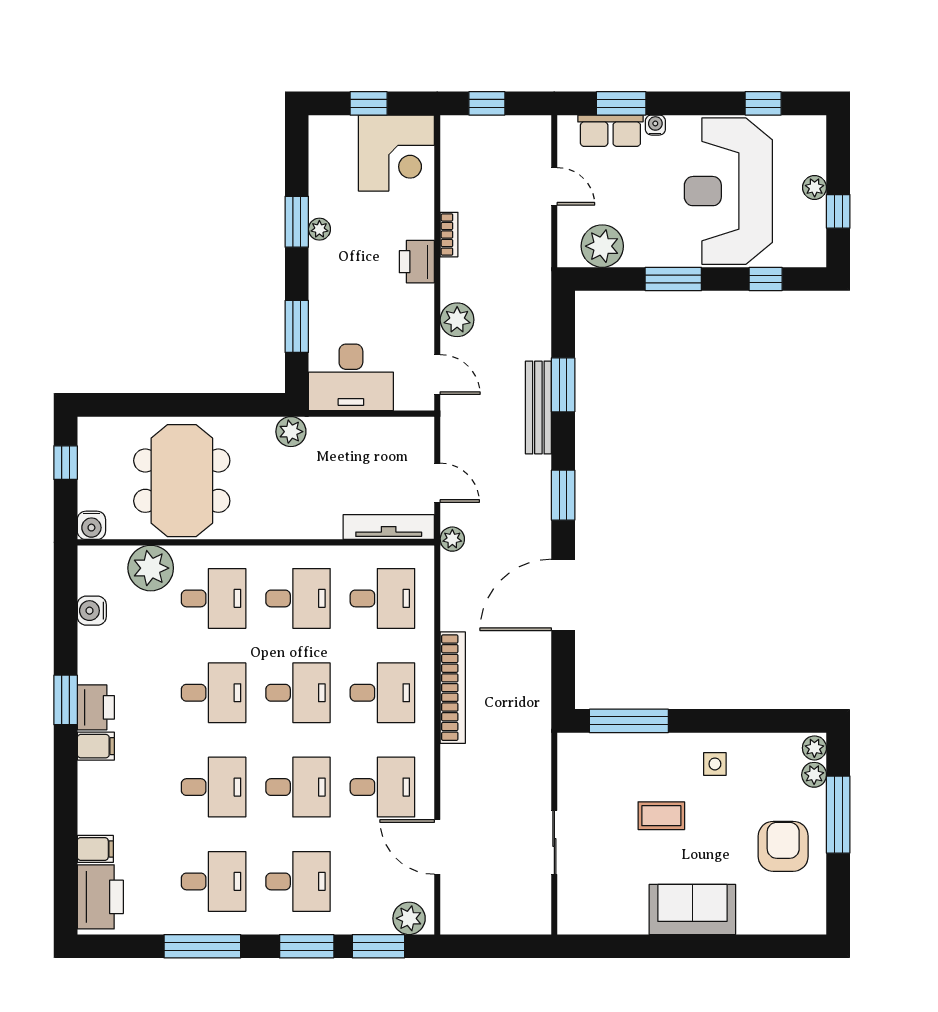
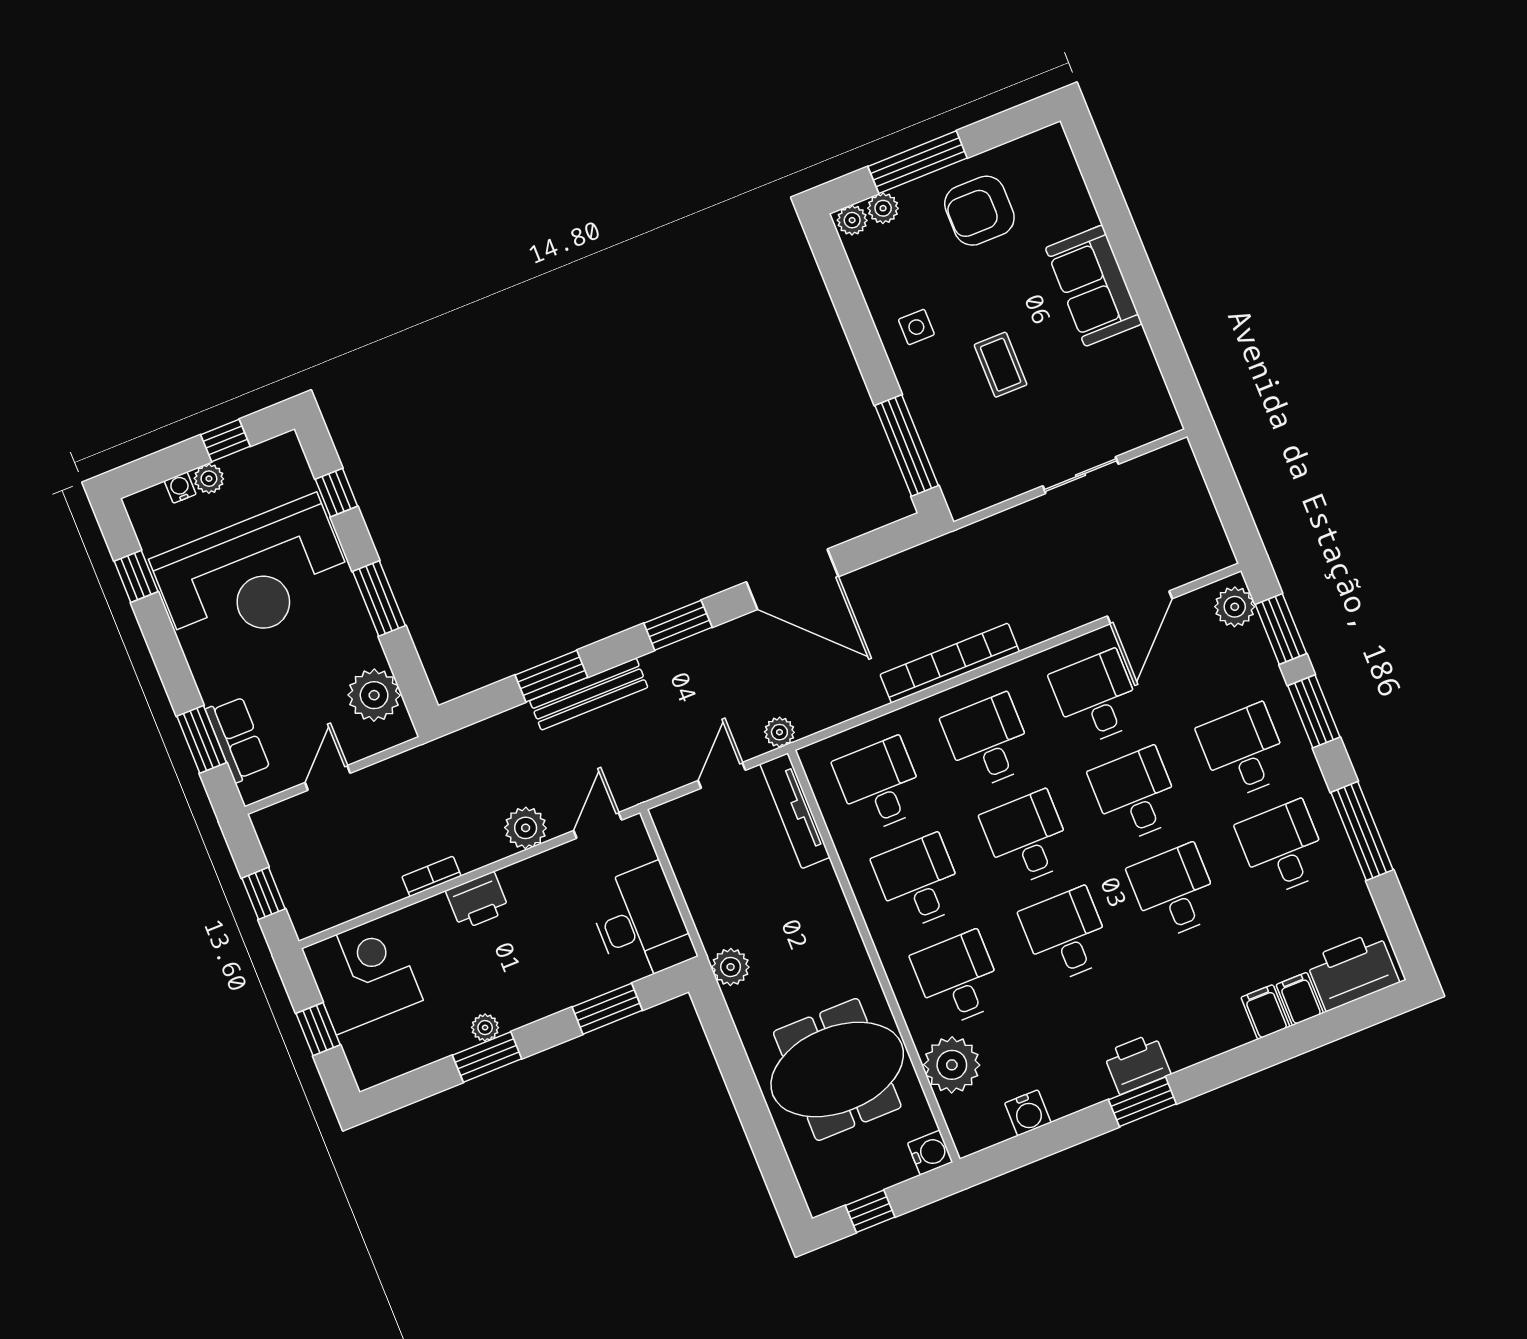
water cooler: (655, 125) -> (180, 488), moved, turned 90
filing cabinet: (96, 746) -> (1265, 1012), moved

